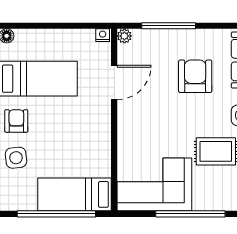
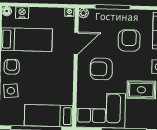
nightstand: (30, 38) -> (22, 13), added
armchair: (154, 121) -> (101, 69), added

